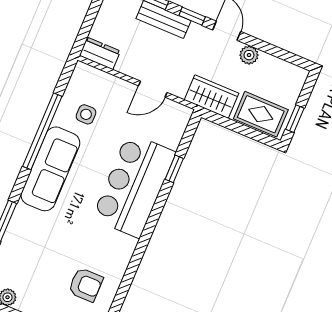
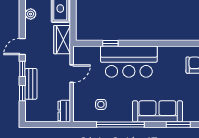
plant: (249, 55) -> (31, 14), moved
door: (153, 89) -> (72, 74), hinge flipped
sofa: (50, 169) -> (157, 111), moved

